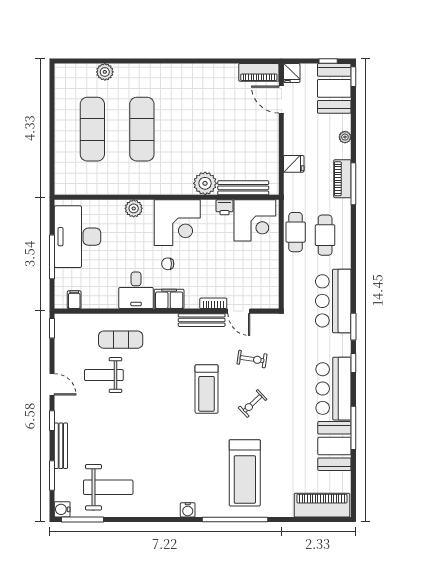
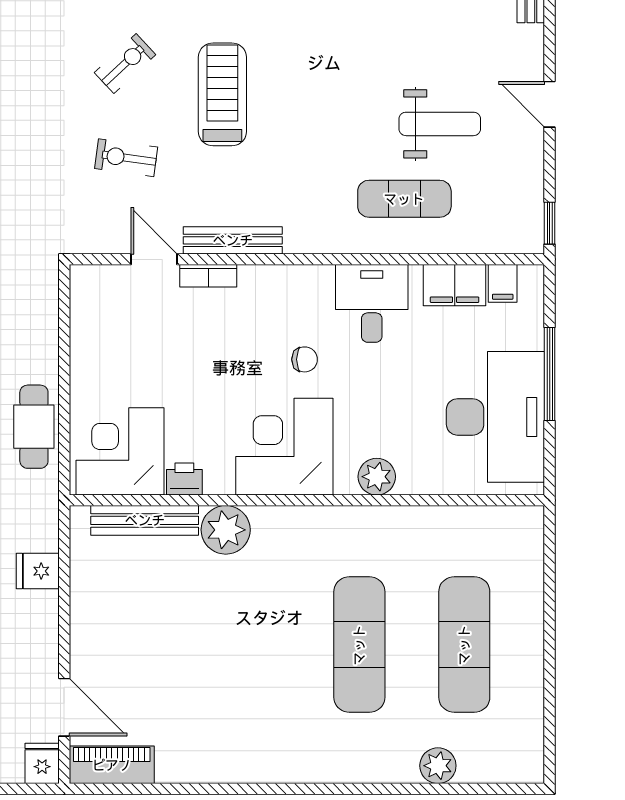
filing cabinet: (169, 299) -> (455, 285), moved
window: (52, 421) -> (550, 27), removed

